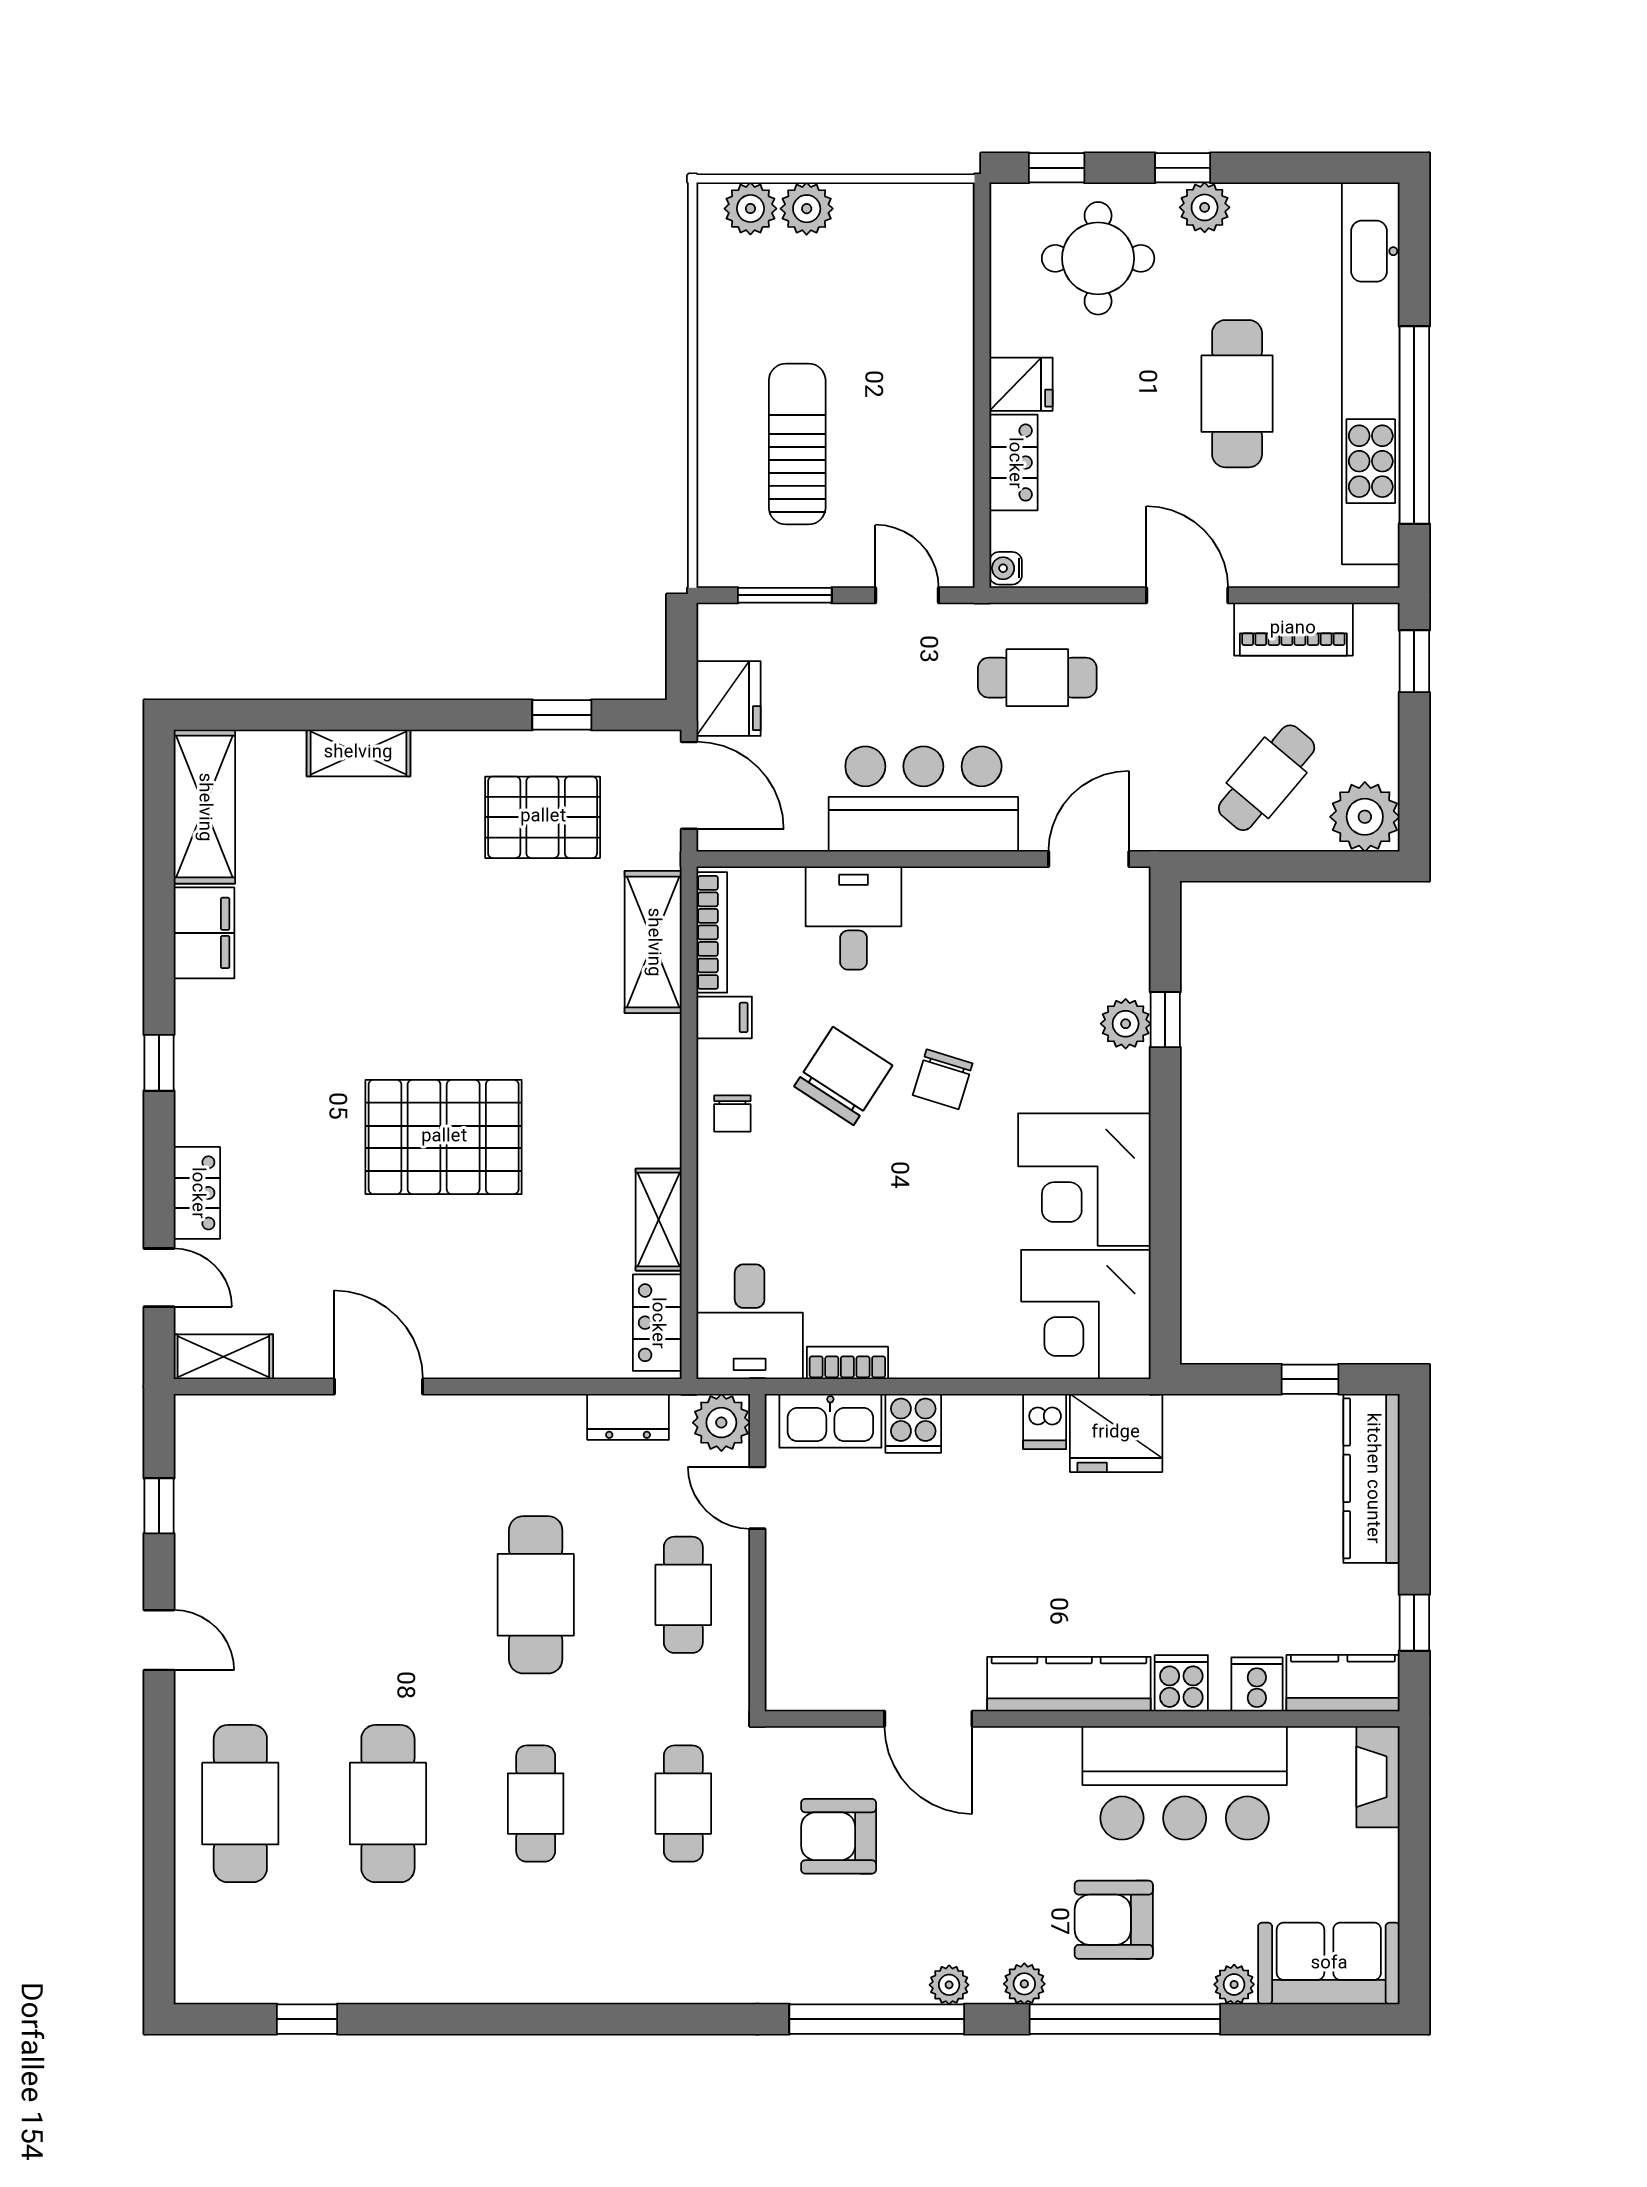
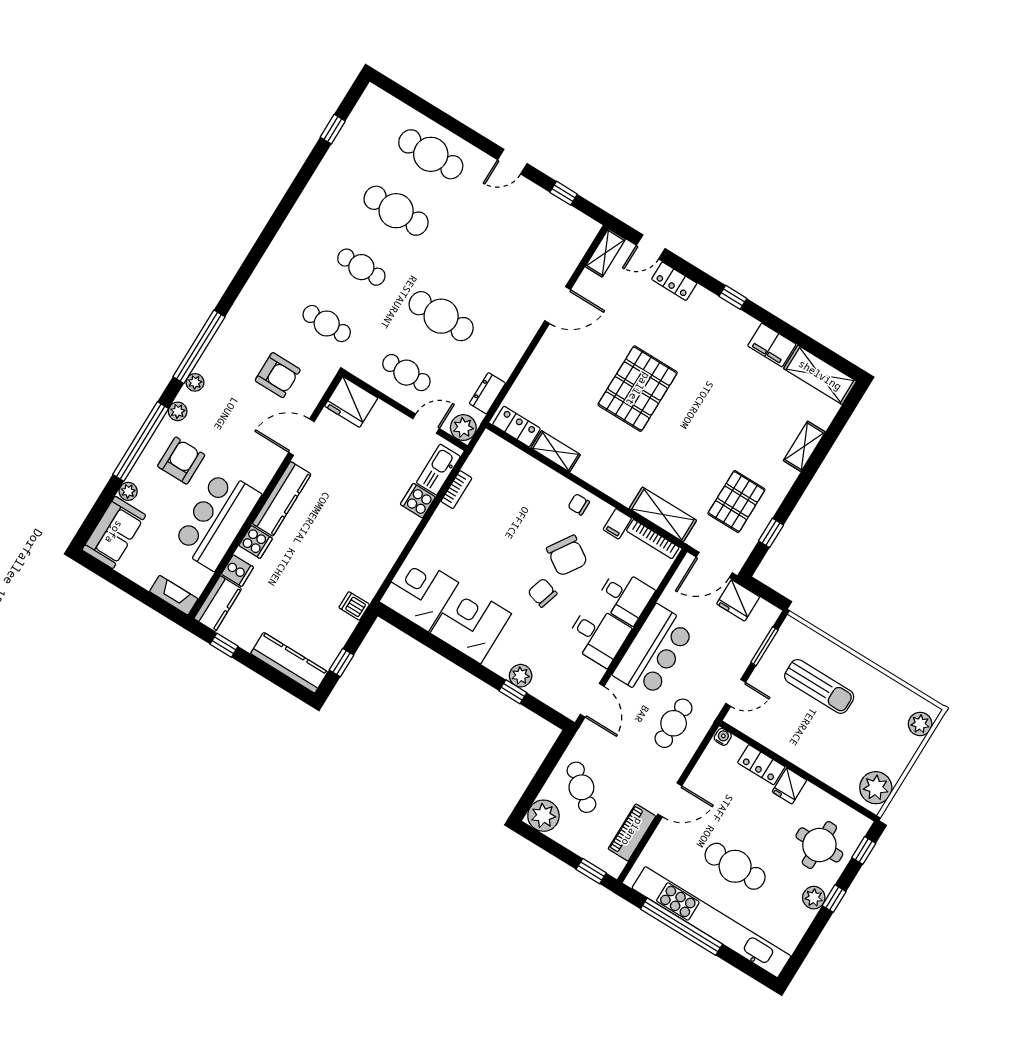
plant: (807, 209) -> (876, 788), moved, width x1.36, depth x1.36
desk: (750, 1322) -> (598, 635), moved, turned 180
dishwasher: (1045, 1422) -> (354, 606), moved
fridge: (1116, 1433) -> (351, 402), moved, turned -90
armchair: (839, 1836) -> (278, 375), turned 90

